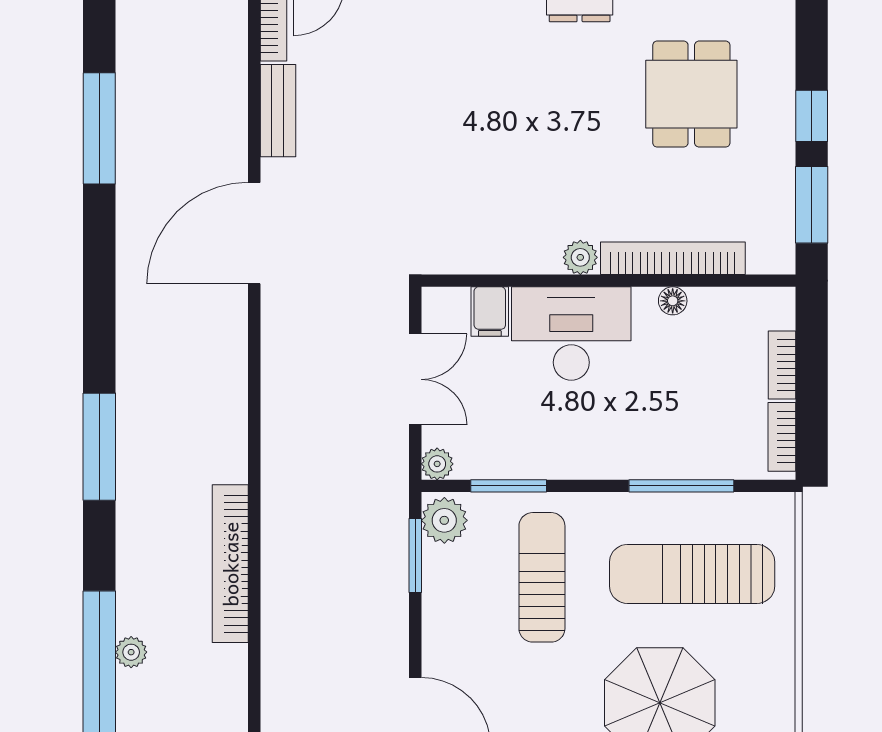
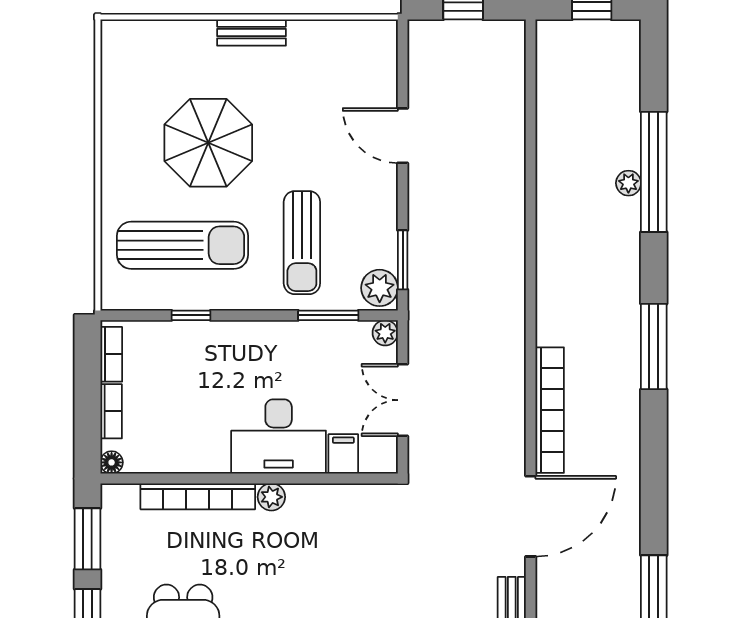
floor lamp: (673, 301) -> (112, 462), moved
window: (681, 486) -> (191, 315), width x0.46
bookcase: (230, 564) -> (550, 410), moved

